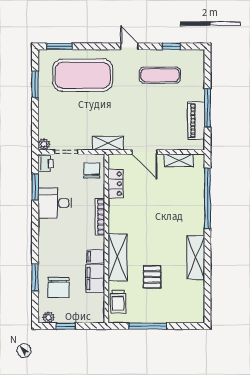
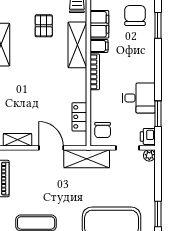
shelving: (108, 143) -> (87, 159), width x1.50, depth x1.33
bookcase: (100, 217) -> (95, 72), moved

